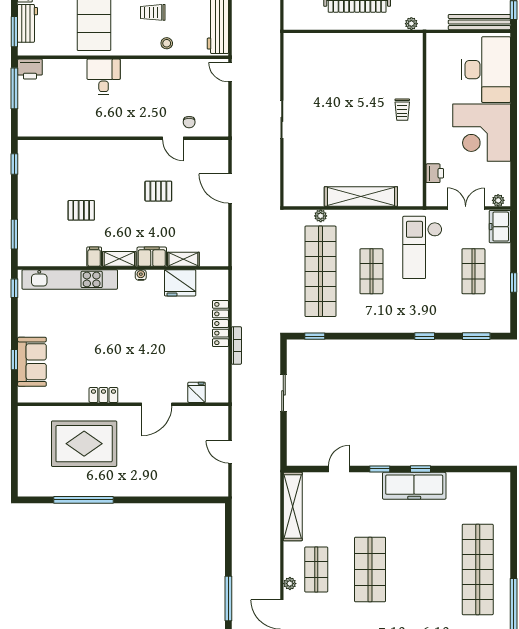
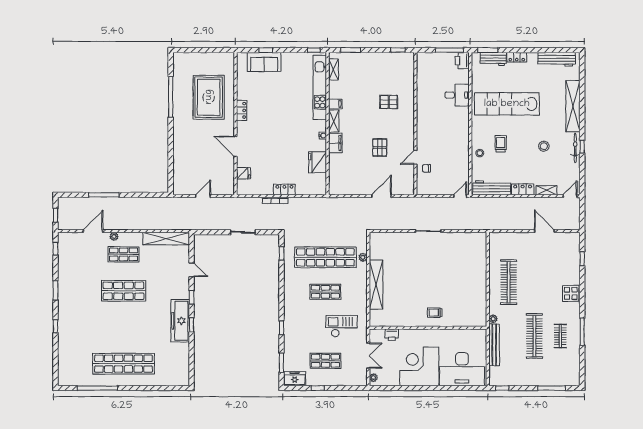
bench: (479, 22) -> (494, 345), moved
desk: (104, 77) -> (457, 95), moved
pallet: (81, 210) -> (389, 102), moved, turned 90
freezer: (500, 227) -> (295, 379), moved
checkout: (422, 247) -> (341, 326), width x0.73, depth x0.83
shelving: (183, 259) -> (334, 70), moved
locker: (220, 324) -> (284, 190), width x0.66

